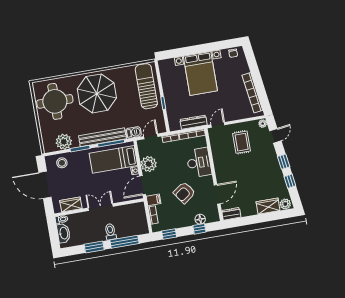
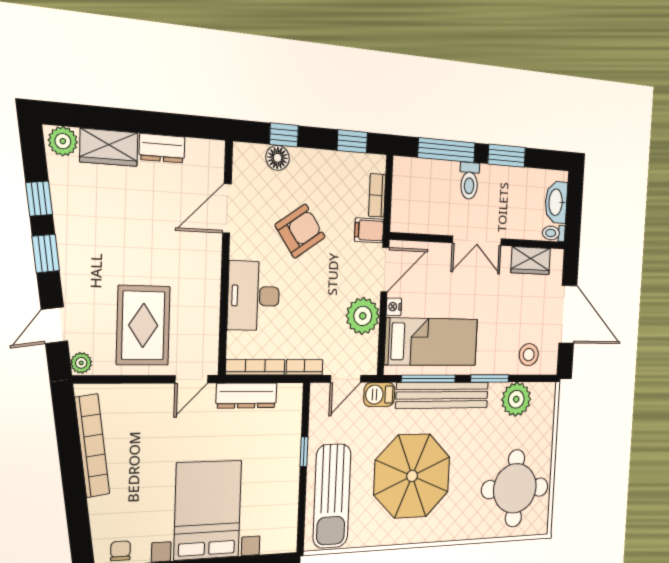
parasol: (97, 93) -> (412, 476), moved
rug: (242, 142) -> (143, 325), width x1.36, depth x1.43
dresser: (231, 214) -> (162, 148), moved

